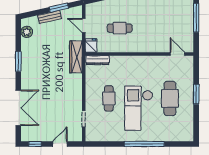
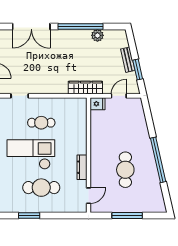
cafe table: (120, 28) -> (125, 170), moved, width x1.37, depth x1.35
plant: (27, 32) -> (97, 35), moved
dresser: (98, 60) -> (82, 167), moved
window: (18, 62) -> (81, 26), width x2.11
window: (196, 94) -> (29, 215), moved

